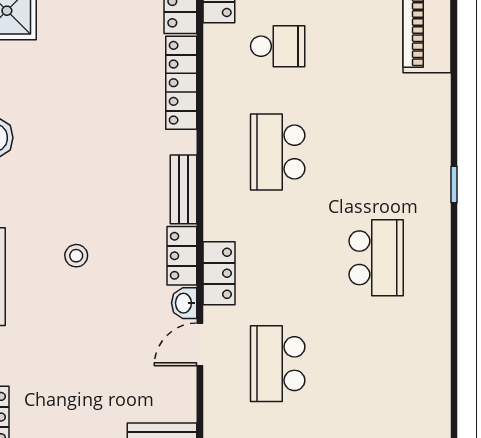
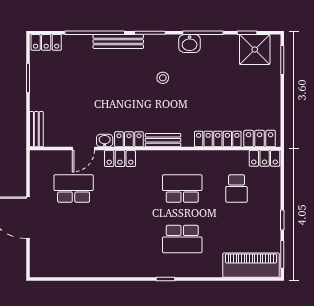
stool: (76, 256) -> (163, 78), moved
school desk: (376, 258) -> (182, 239), moved
door: (200, 344) -> (83, 149), swing flipped

